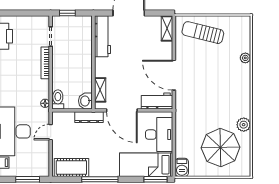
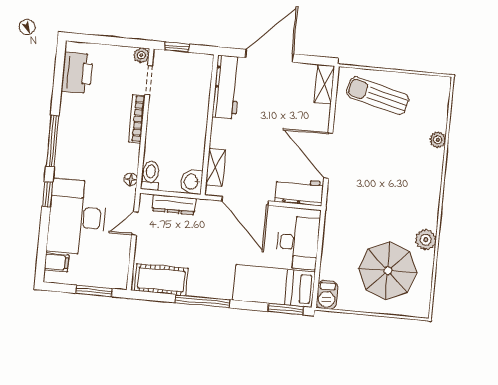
plant: (44, 21) -> (141, 55), added
dresser: (89, 117) -> (174, 205), moved

